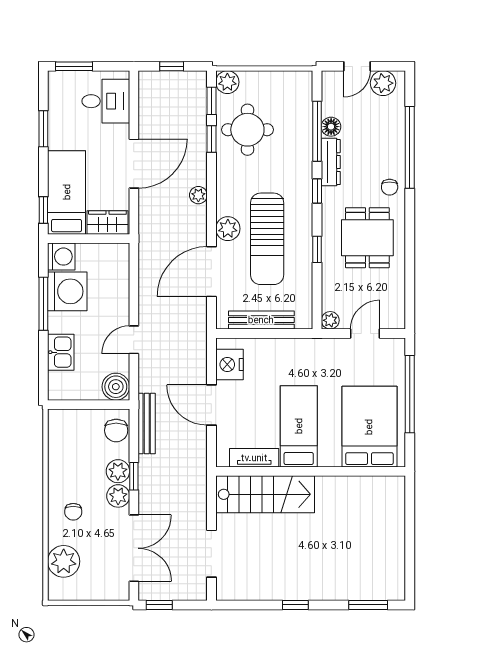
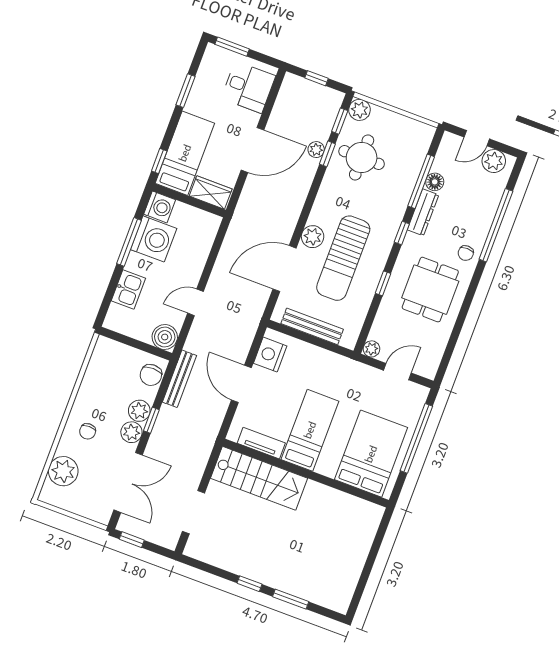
plant: (198, 195) -> (316, 150), moved
window: (368, 605) -> (291, 599), moved

